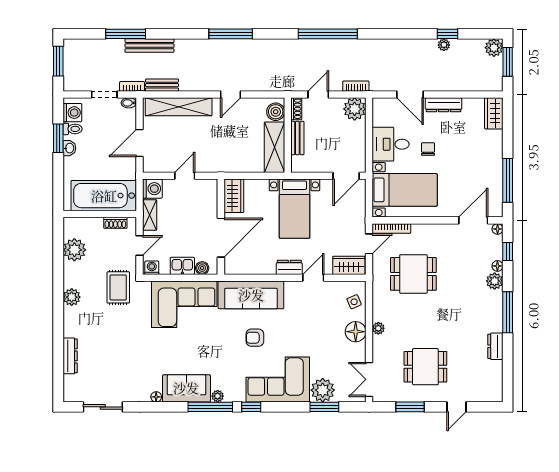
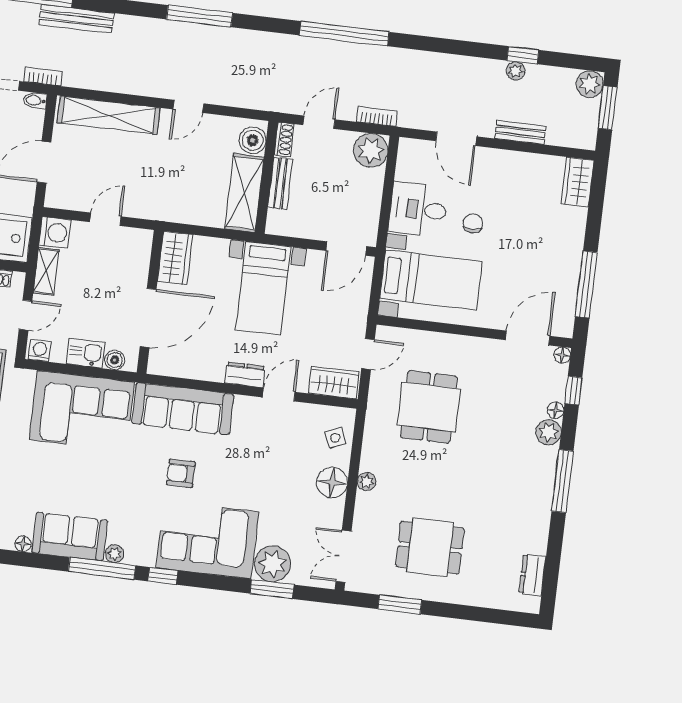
bench: (162, 85) -> (520, 132), moved
dresser: (444, 105) -> (504, 160), removed
bookcase: (391, 229) -> (404, 335), removed
dining table: (413, 274) -> (429, 407), turned 90
dresser: (495, 346) -> (532, 575), moved
door: (456, 407) -> (469, 613), removed

